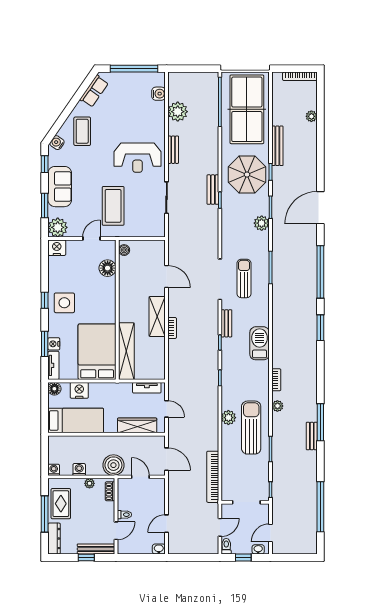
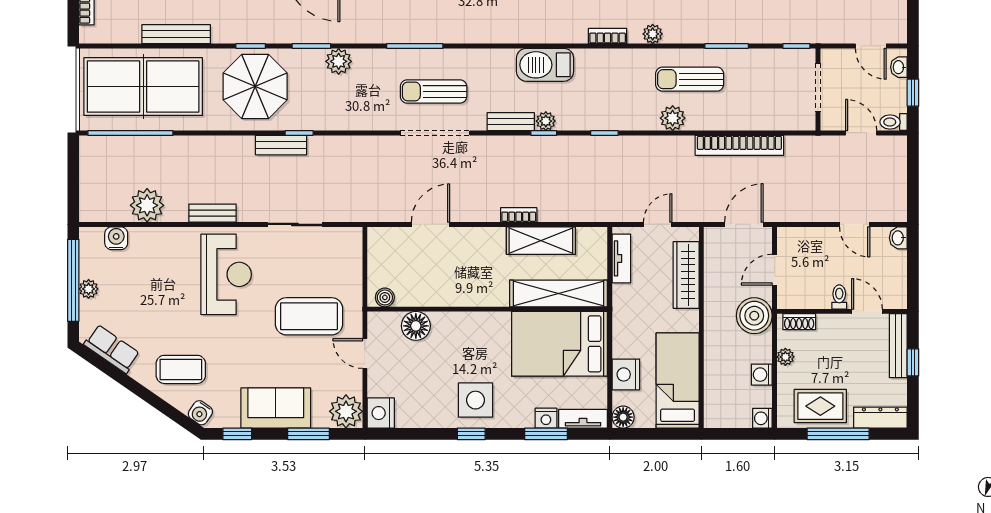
plant: (129, 78) -> (89, 289), added
bench: (277, 146) -> (176, 34), moved
shelving: (157, 316) -> (541, 241), moved
plant: (227, 344) -> (546, 121), added
sun lounger: (251, 428) -> (690, 79), width x0.73, depth x0.75
bookcase: (213, 477) -> (739, 145), moved

